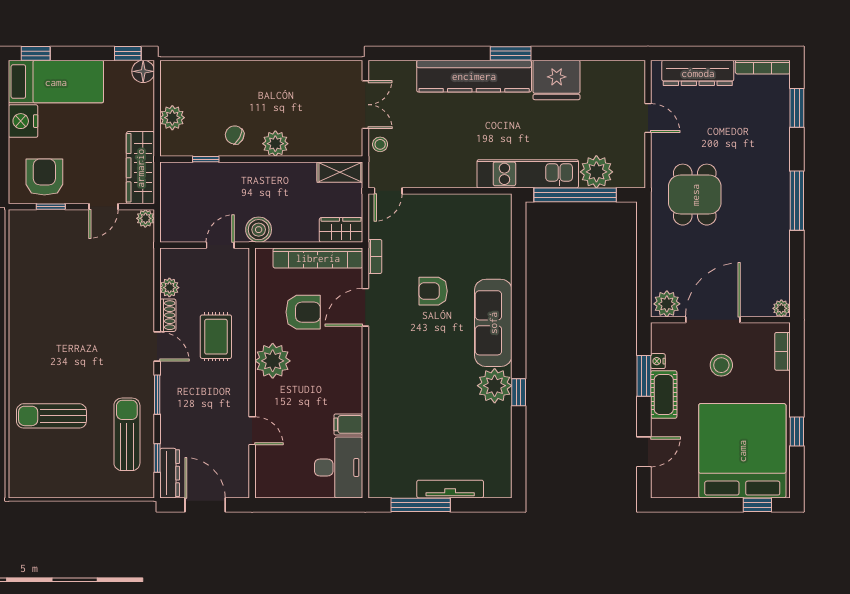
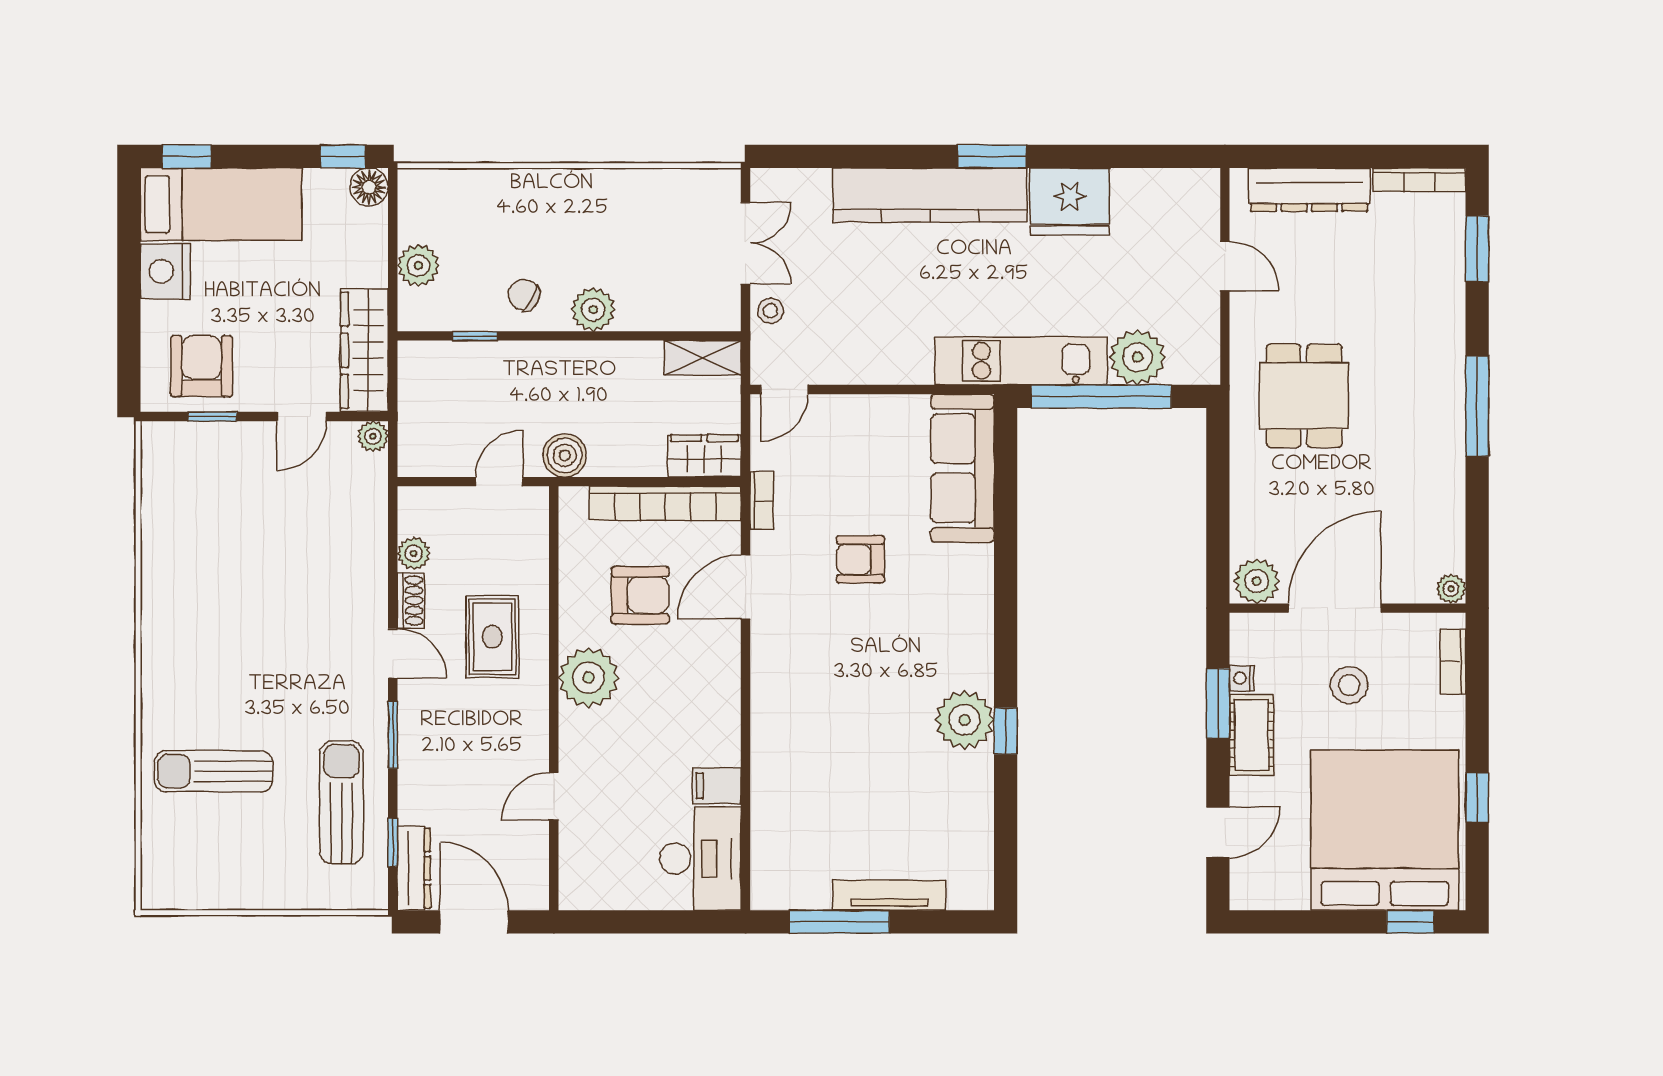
sofa: (493, 323) -> (963, 468), moved
door: (252, 431) -> (554, 796), swing flipped

